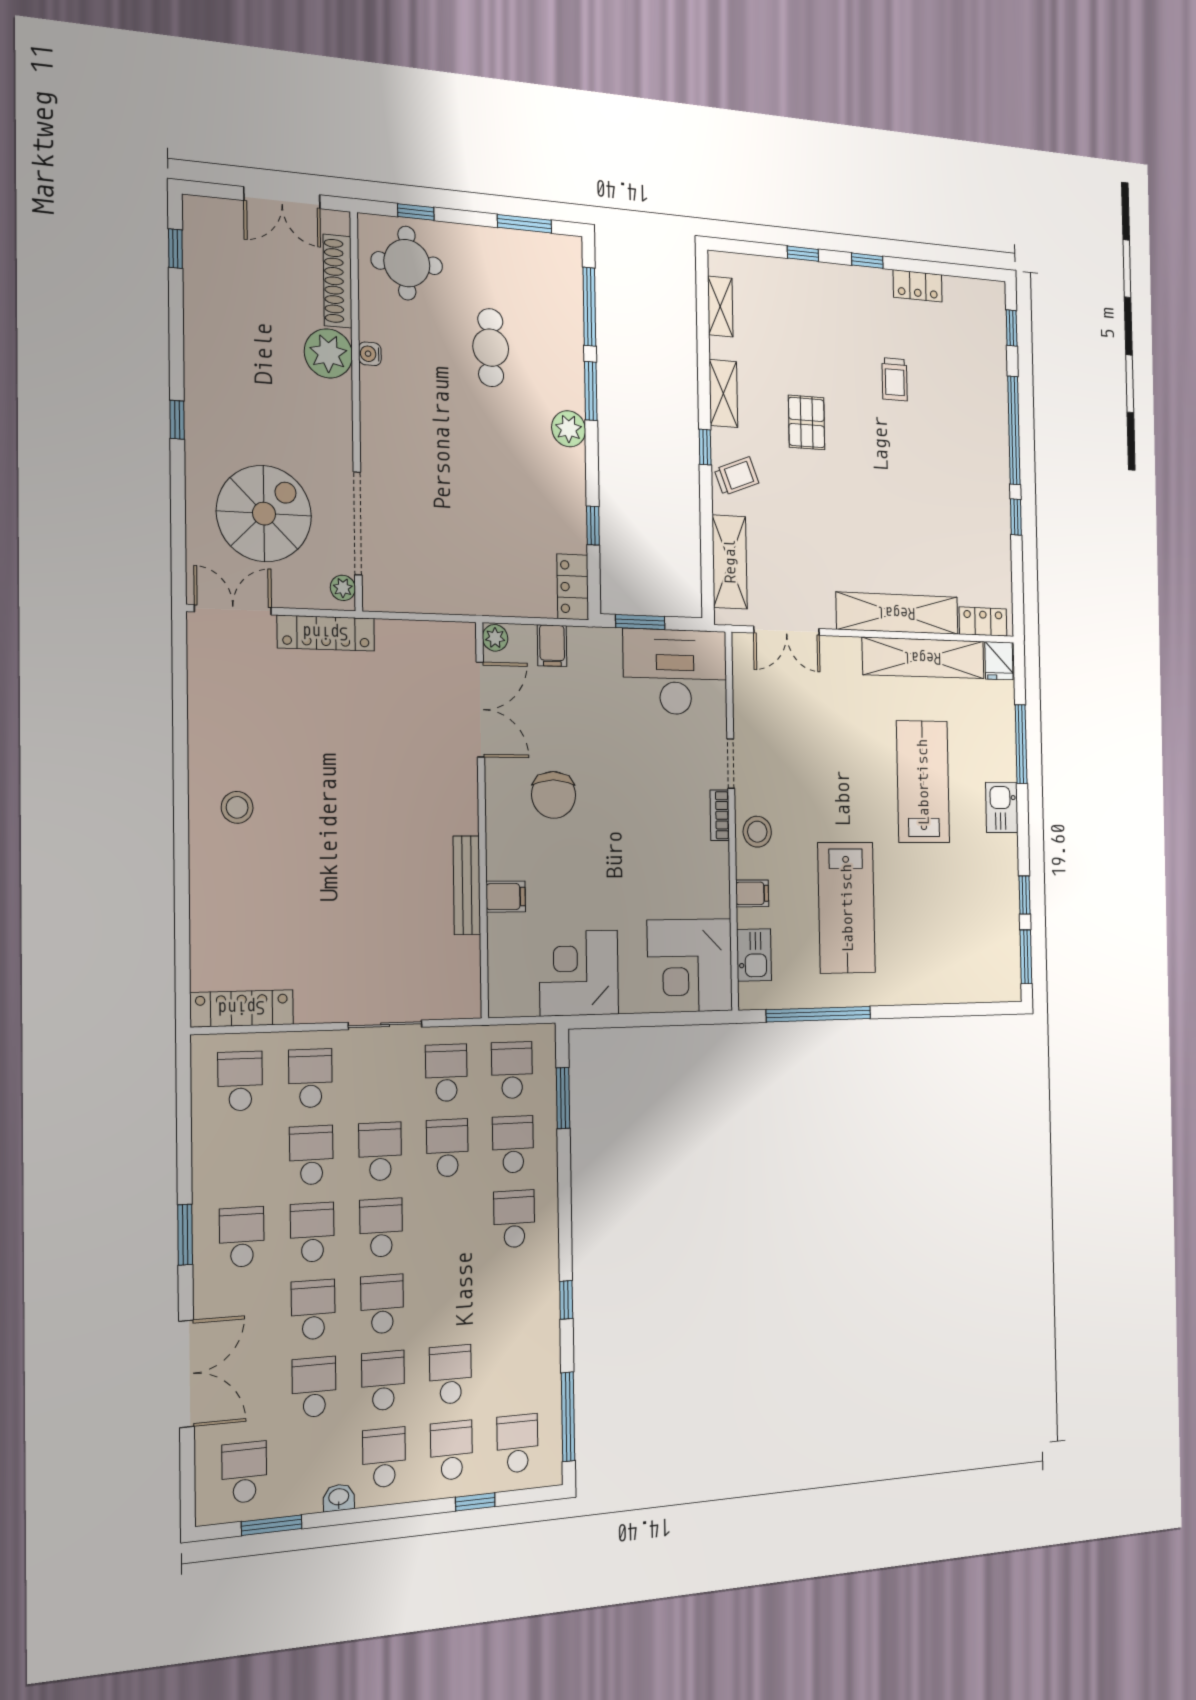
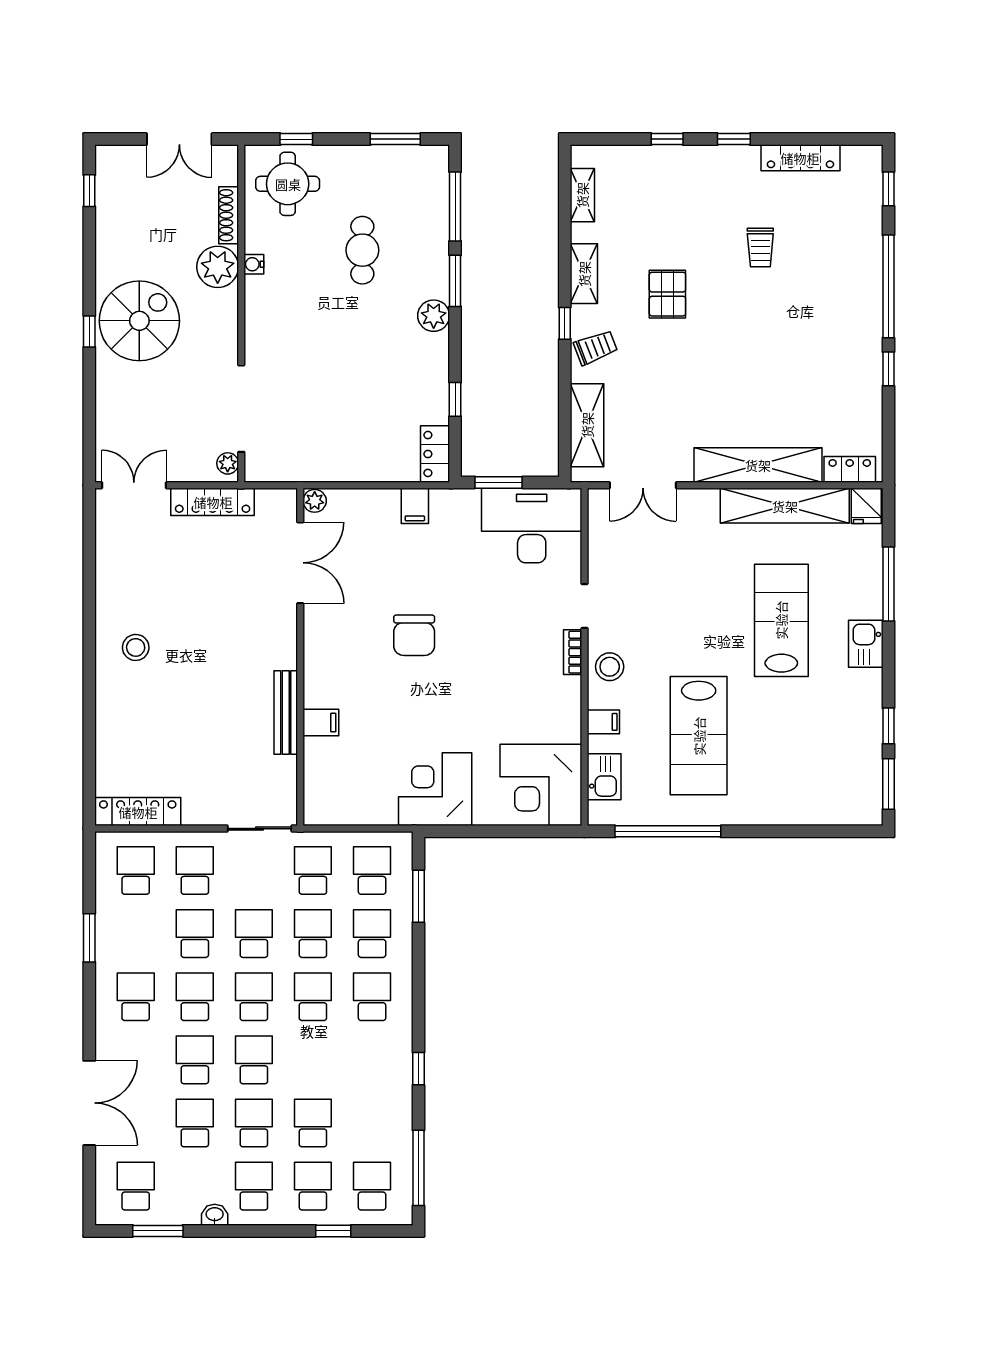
shoe rack: (338, 281) -> (229, 215), width x0.74, depth x0.81
locker: (918, 286) -> (800, 158), width x1.53
spiral stairs: (264, 514) -> (139, 321), moved
plant: (495, 638) -> (315, 501), moved
double door: (480, 710) -> (300, 563), moved
wall: (482, 820) -> (300, 657), moved
bench: (467, 885) -> (286, 713), moved
filing cabinet: (506, 897) -> (321, 723), moved
school desk: (448, 1223) -> (313, 997), added
window: (185, 1235) -> (89, 938), moved

